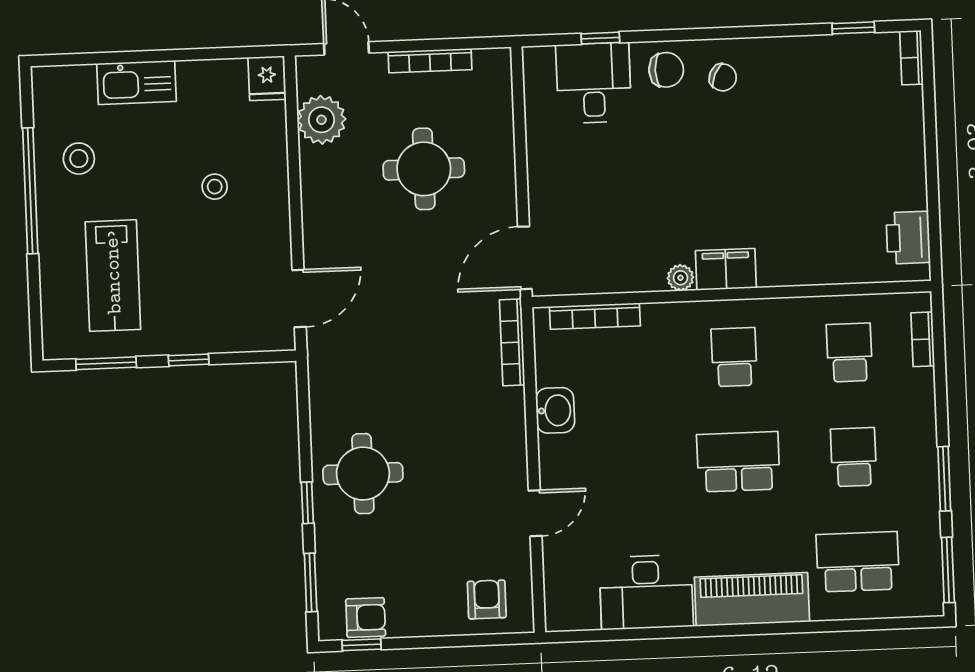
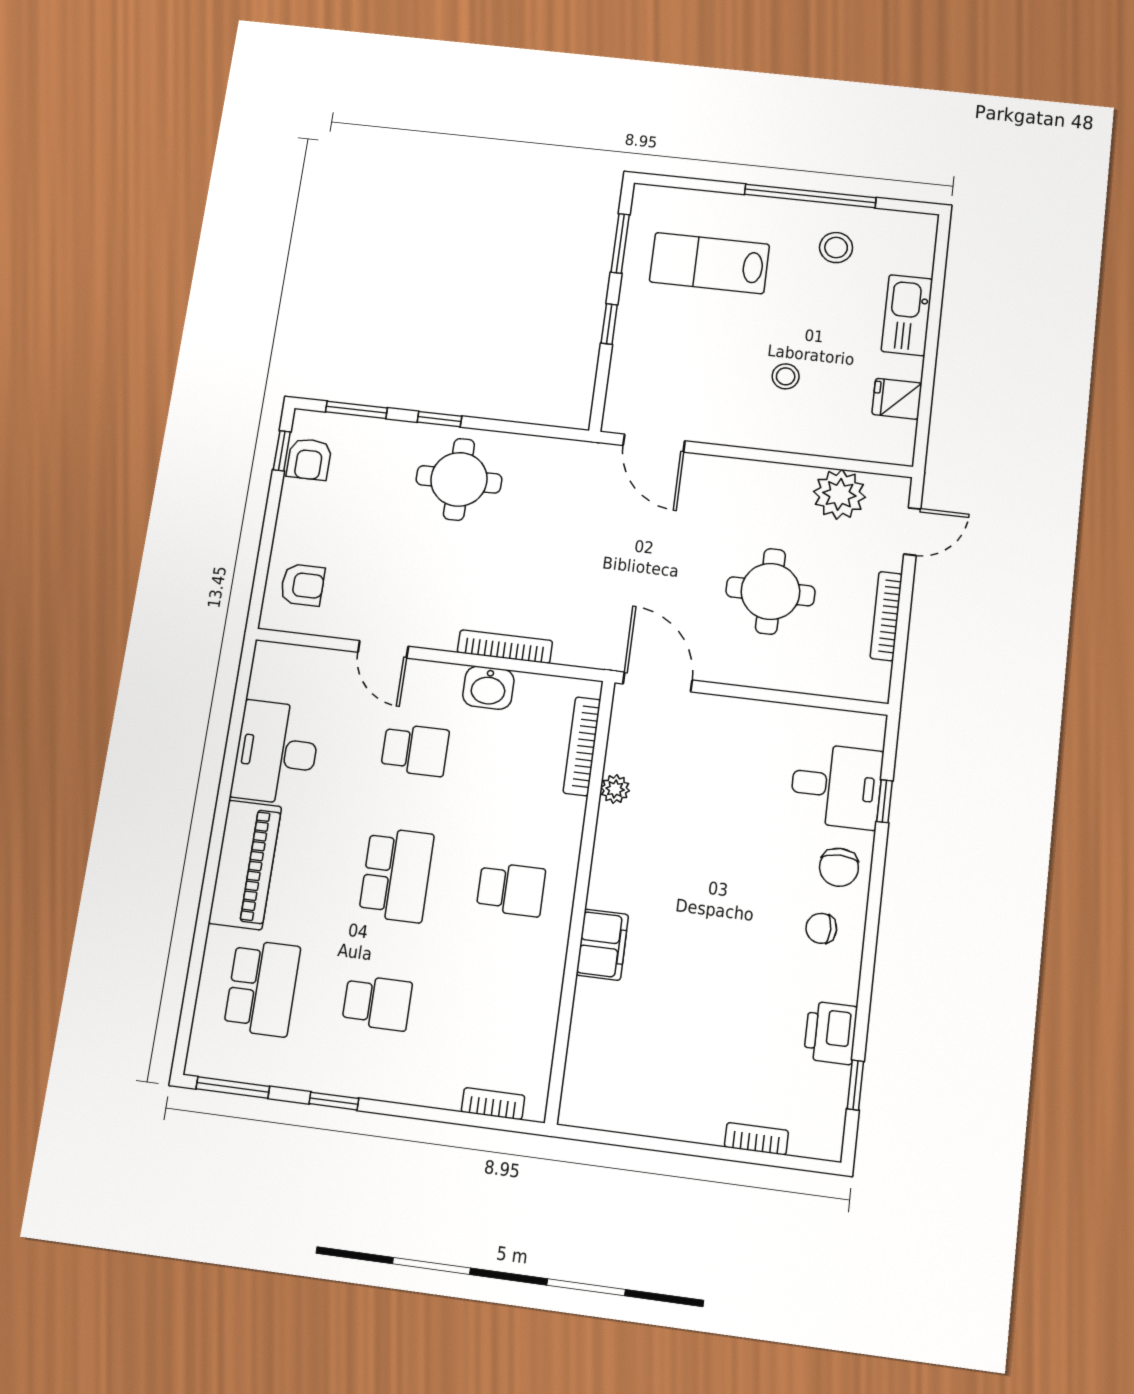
bookcase: (911, 58) -> (756, 1139), moved
chair: (723, 77) -> (821, 928), turned 66
fridge: (267, 78) -> (897, 399), moved
printer: (908, 238) -> (831, 1033), moved, turned -90
filing cabinet: (726, 269) -> (602, 945), moved
plant: (680, 278) -> (615, 789), moved
bookcase: (512, 342) -> (505, 647), moved
school desk: (849, 352) -> (415, 750), moved
window: (944, 479) -> (334, 1101), width x0.67

